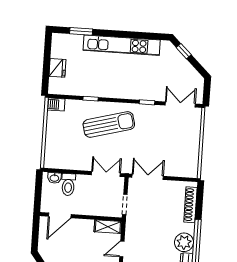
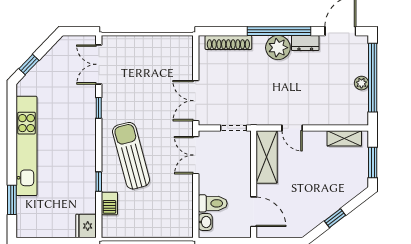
fridge: (57, 68) -> (86, 226), moved, turned -90
barbecue: (56, 104) -> (109, 203), moved
shelving: (108, 227) -> (267, 157), width x1.50, depth x1.33

